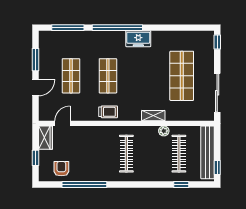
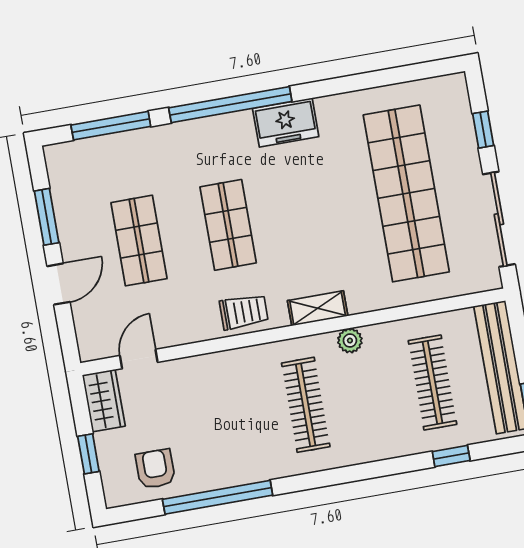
window: (217, 42) -> (483, 130), moved
shop shelf: (182, 76) -> (406, 193), width x1.40
shelving: (153, 116) -> (318, 308), moved
plant: (164, 131) -> (350, 341), moved

